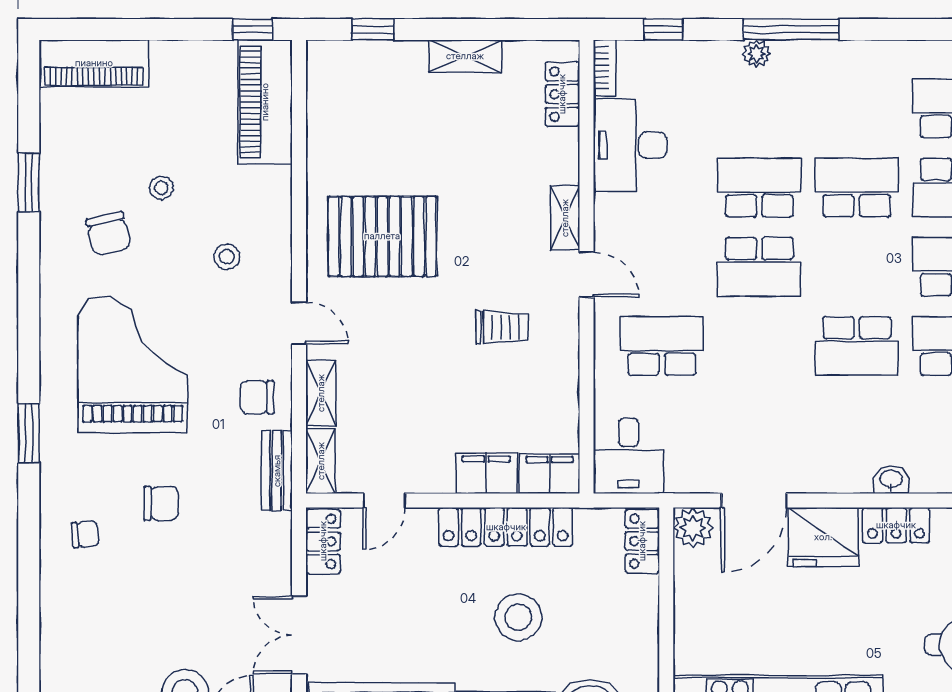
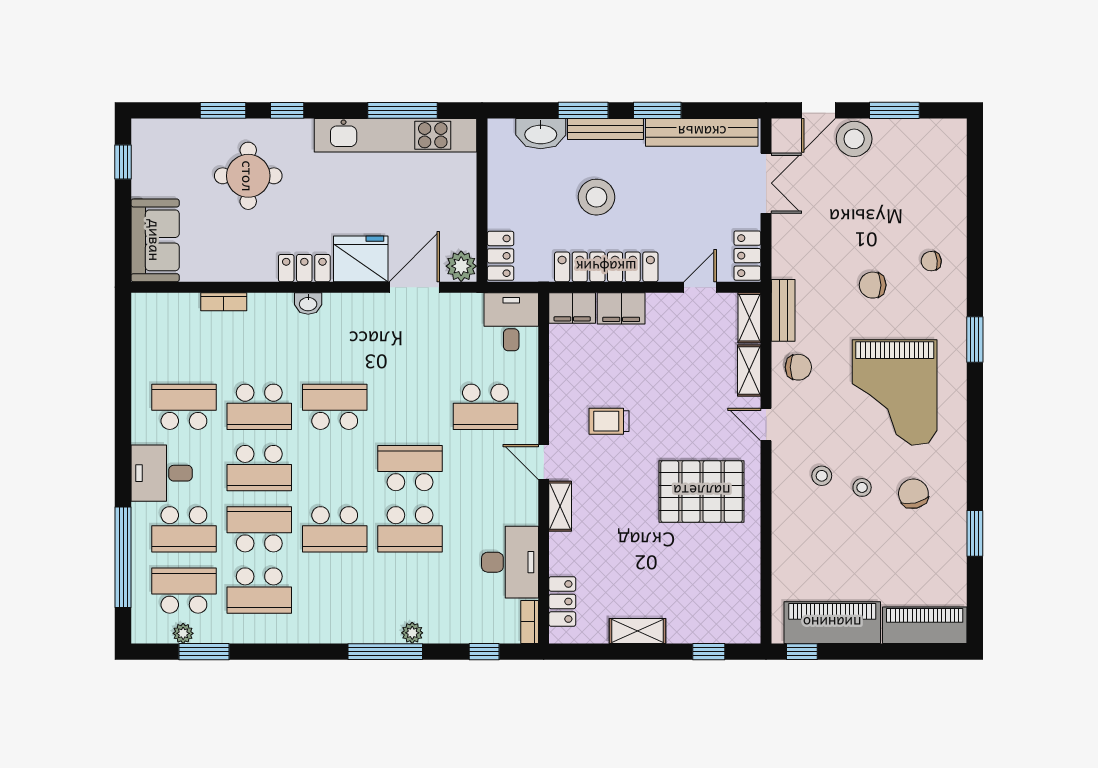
piano: (265, 102) -> (832, 623), moved, turned -90
stool: (161, 188) -> (862, 487), moved

